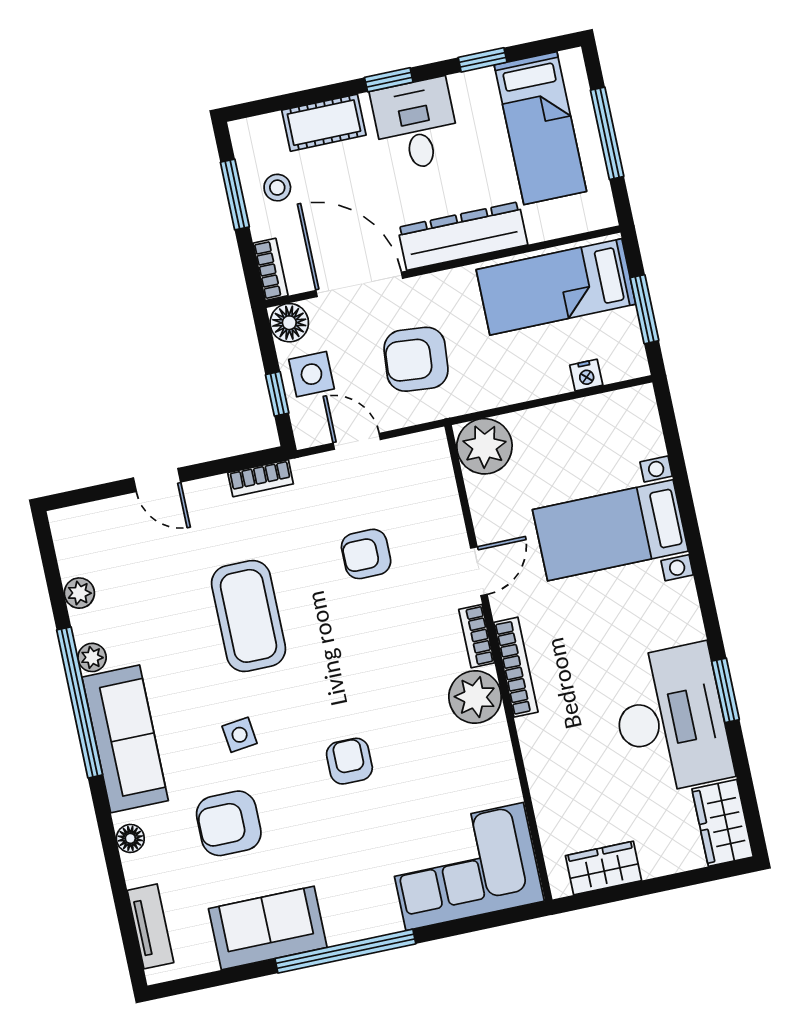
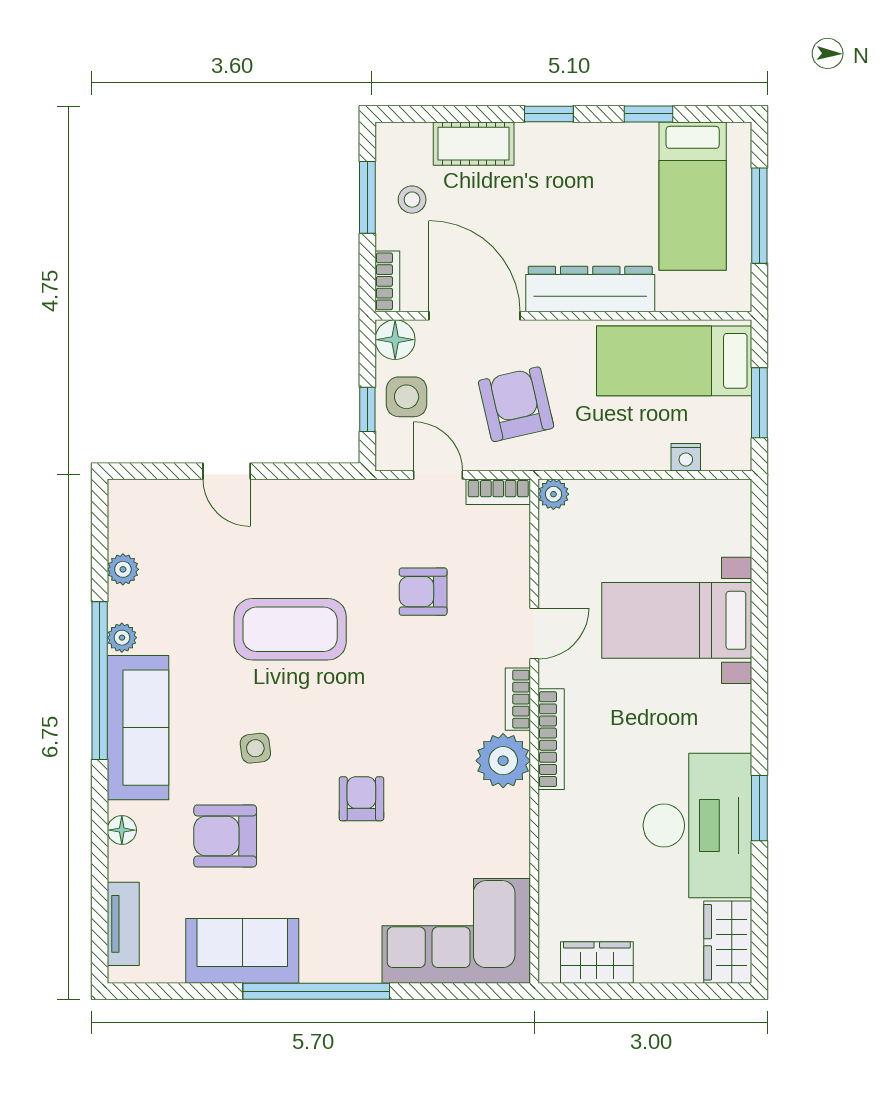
desk: (416, 125) -> (567, 166), removed
armchair: (416, 359) -> (516, 404), turned 72
plant: (484, 446) -> (553, 494), width x0.53, depth x0.53
bookcase: (261, 478) -> (498, 492), moved
coffee table: (248, 616) -> (290, 629), turned 90

